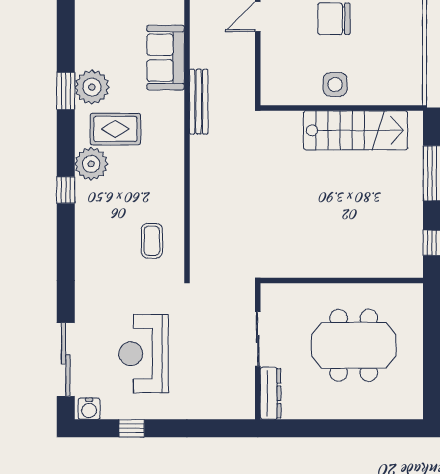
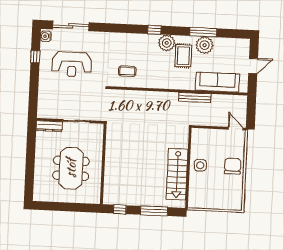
sofa: (166, 58) -> (217, 82), width x1.36
window: (66, 91) -> (203, 32), width x1.44
reception desk: (143, 354) -> (72, 64), turned 180

